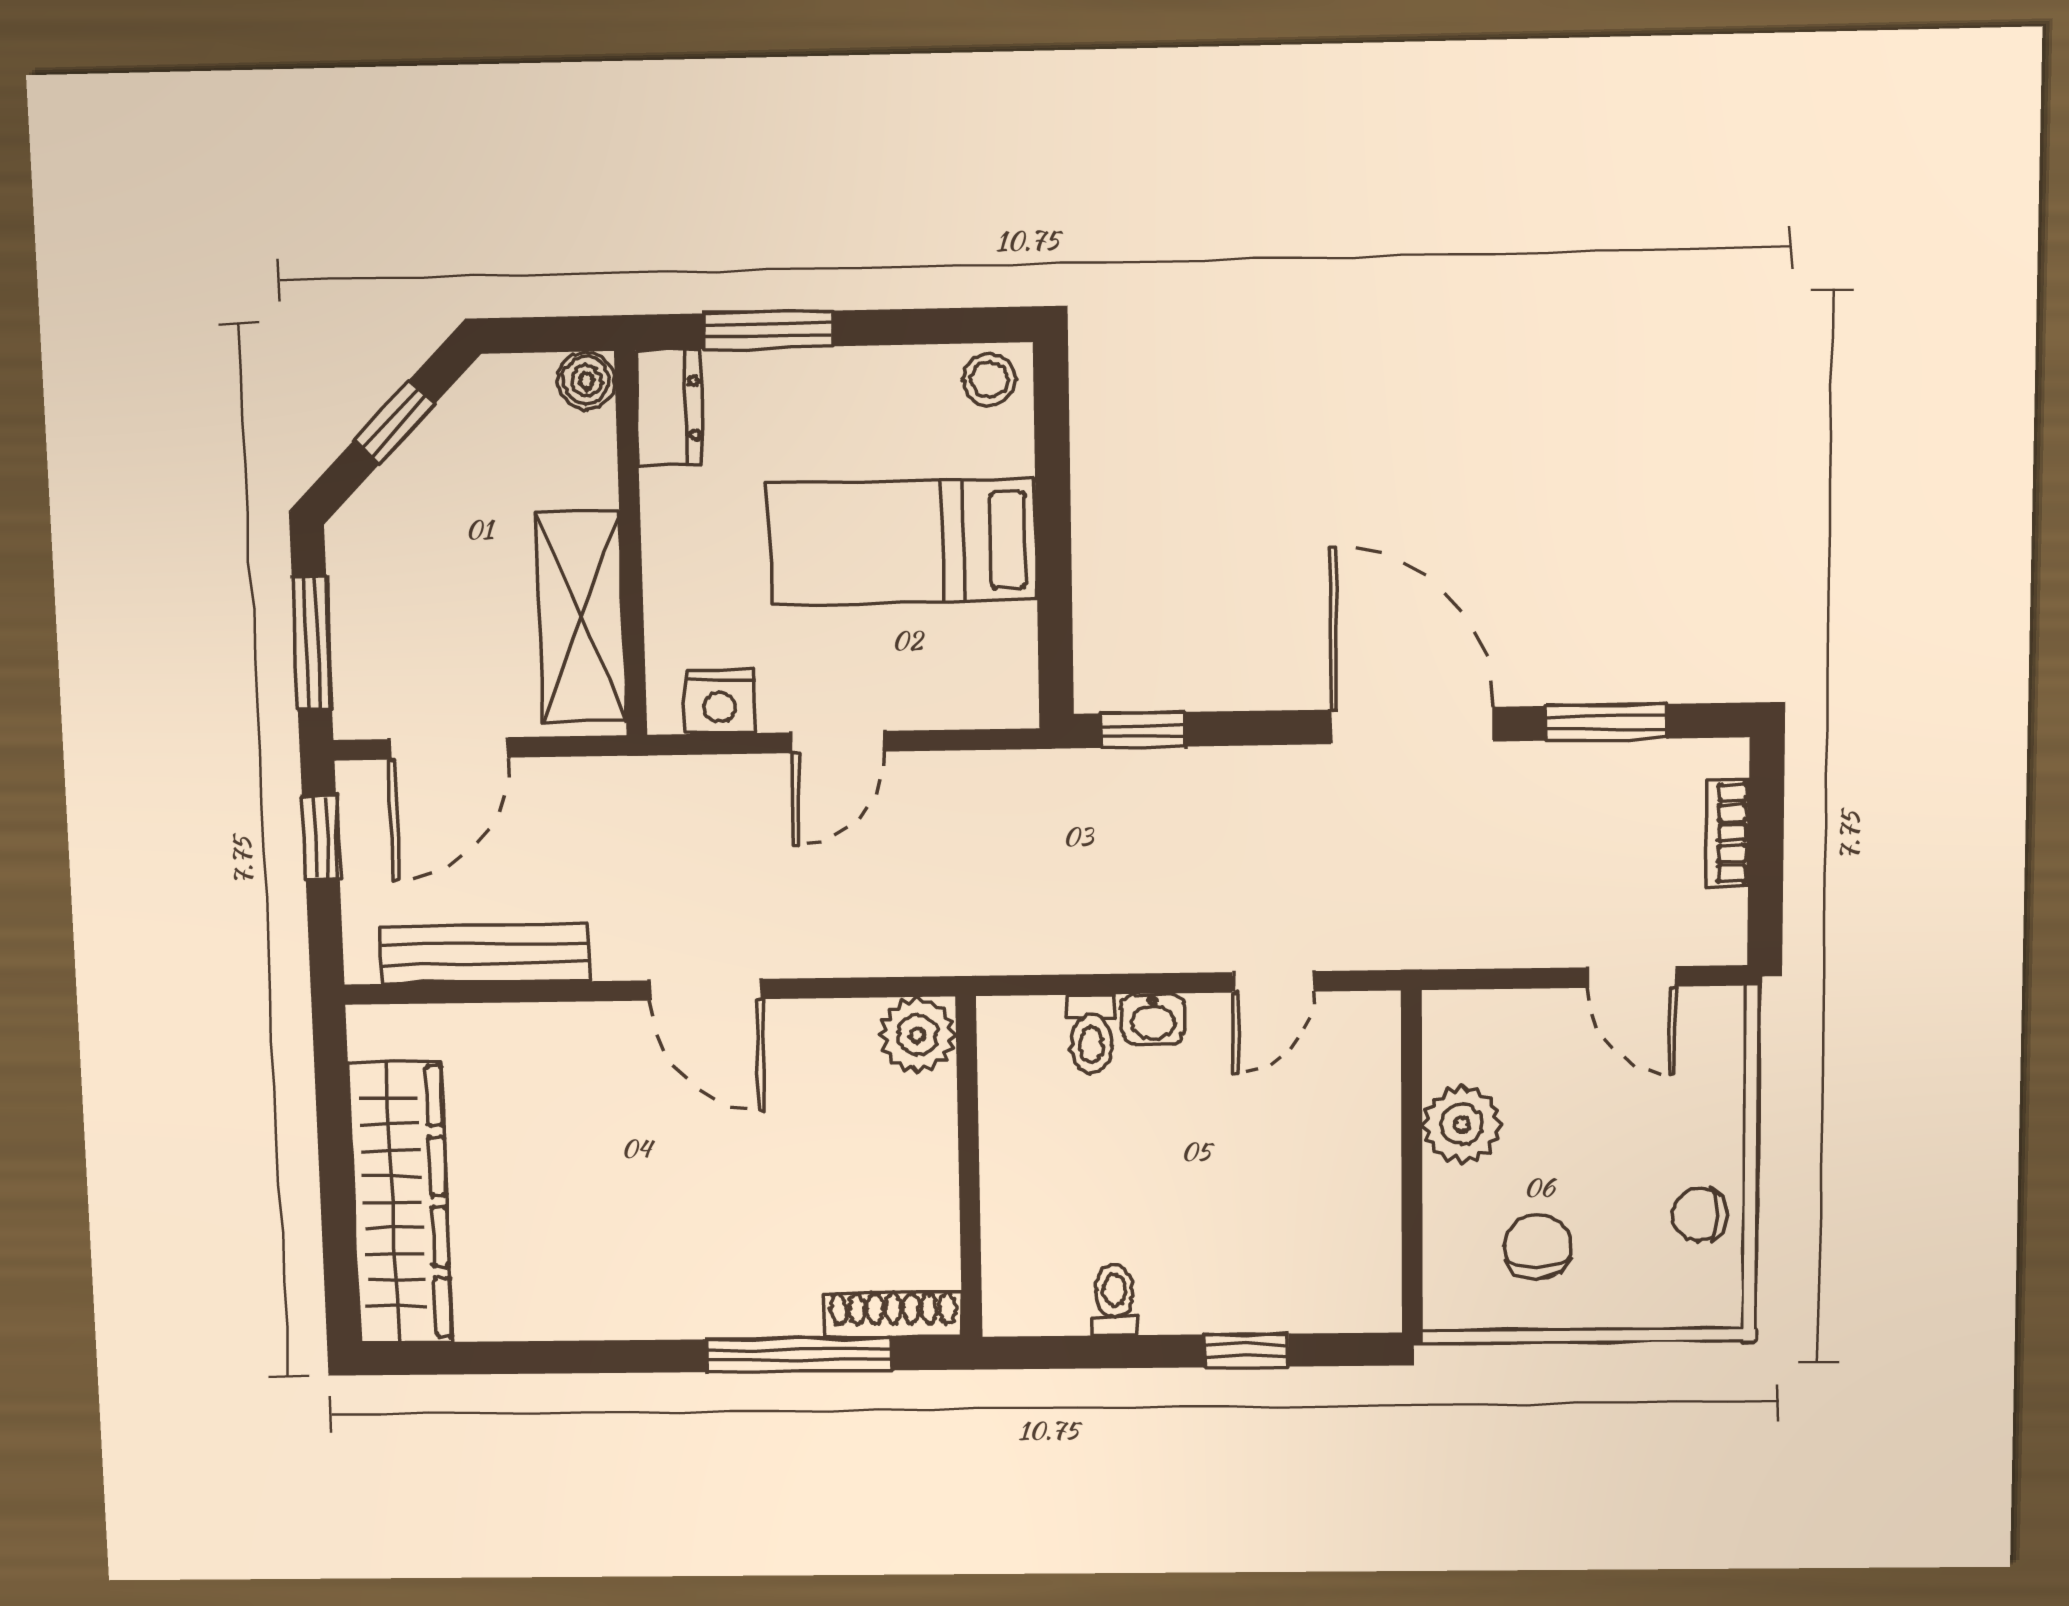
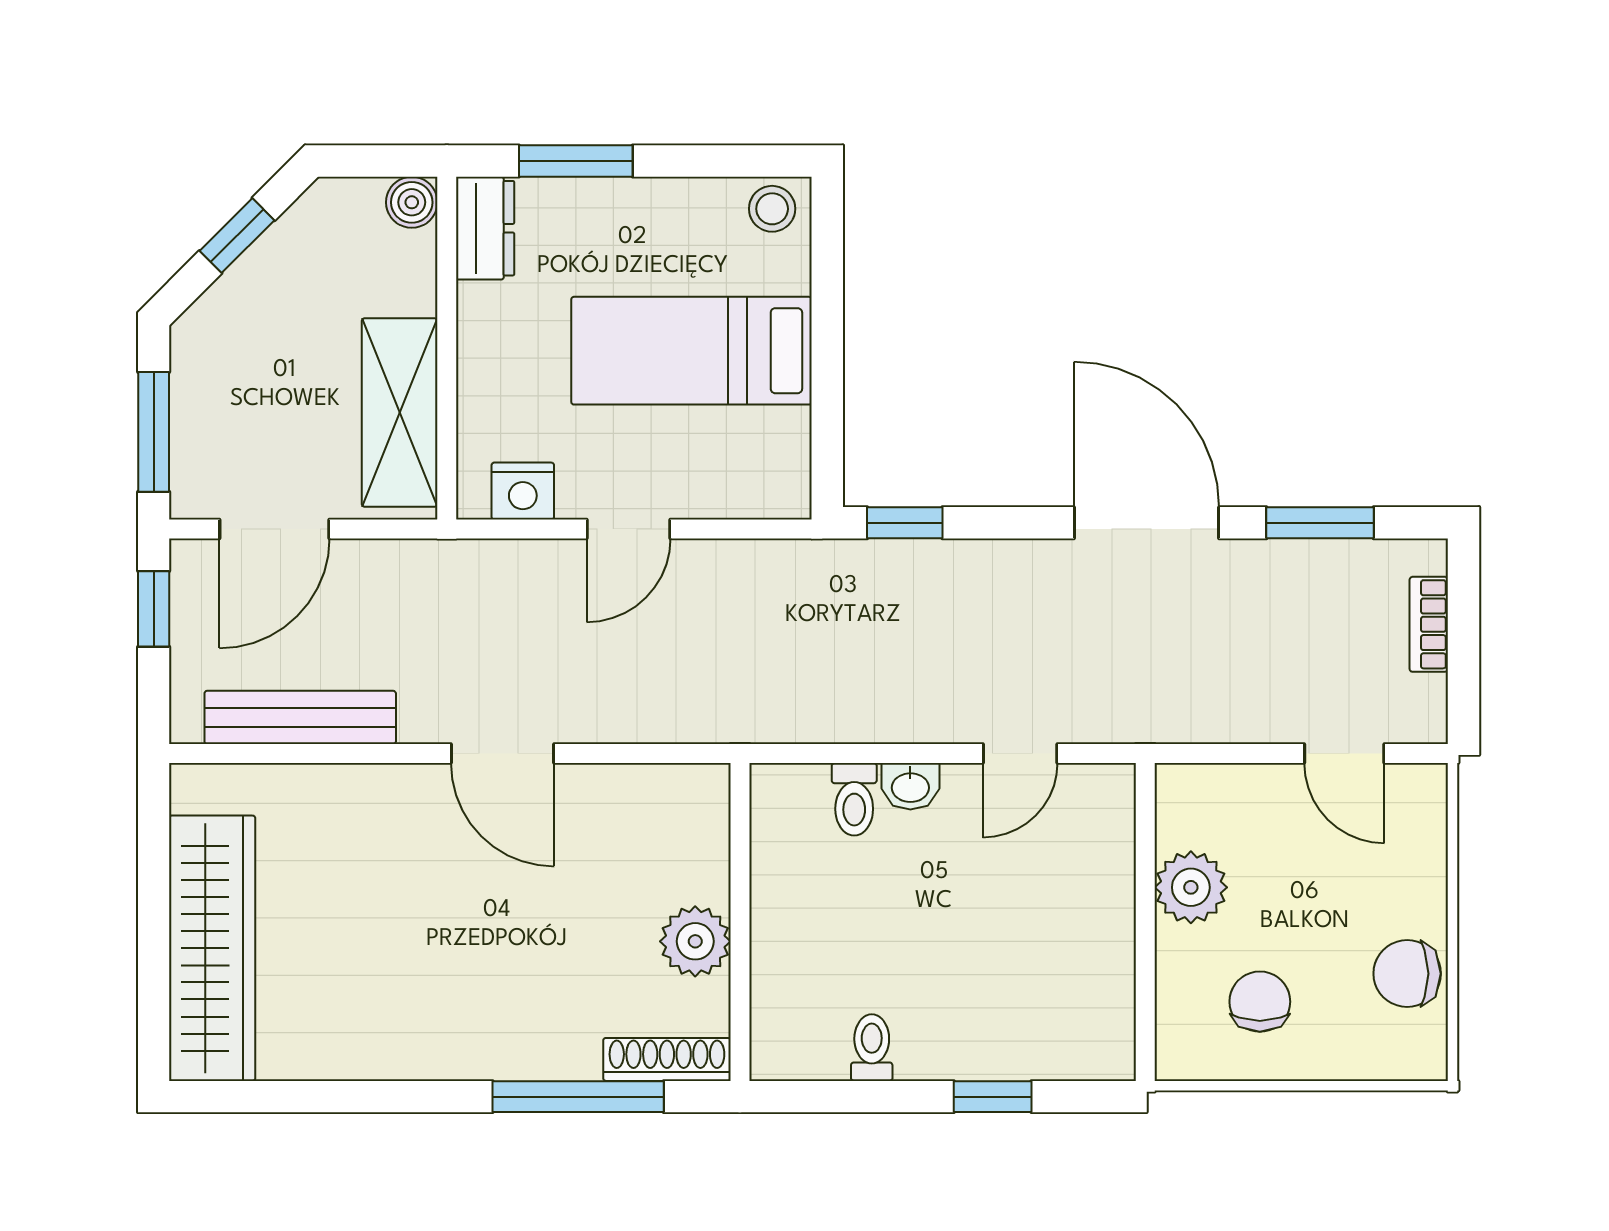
plant: (917, 1035) -> (695, 941), moved
chair: (1700, 1215) -> (1407, 974), width x1.37, depth x1.37

